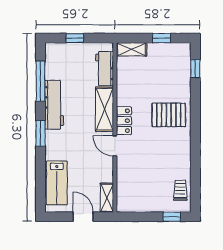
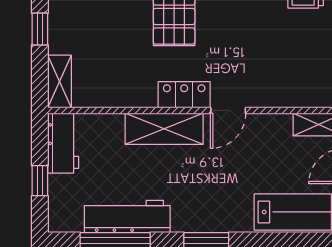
workbench: (105, 69) -> (63, 143), moved, turned -90
workbench: (54, 105) -> (127, 217), moved

